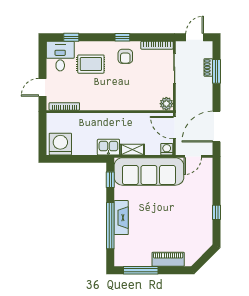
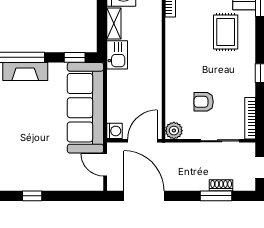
armchair: (125, 56) -> (204, 102), moved
shelving: (132, 150) -> (114, 24), moved

